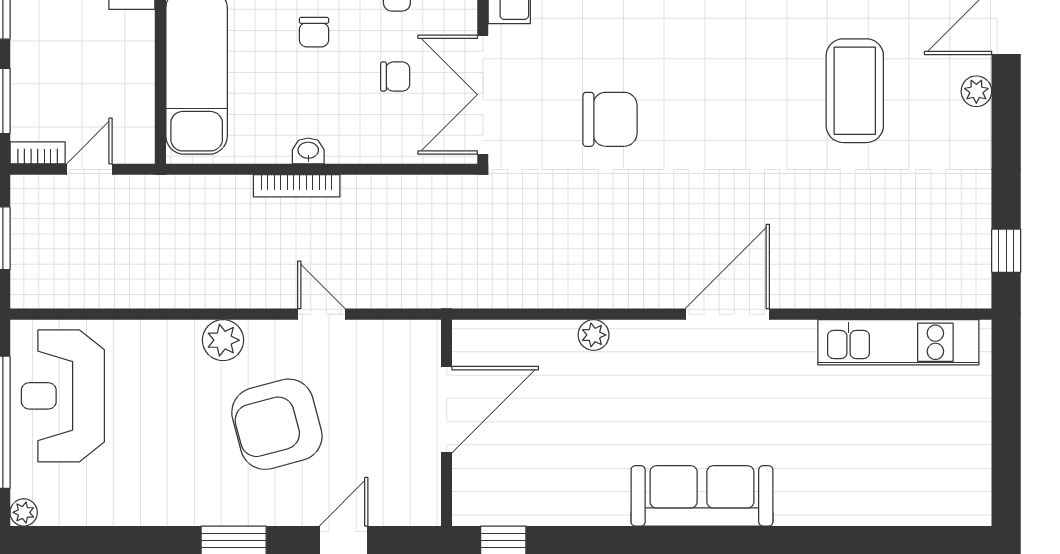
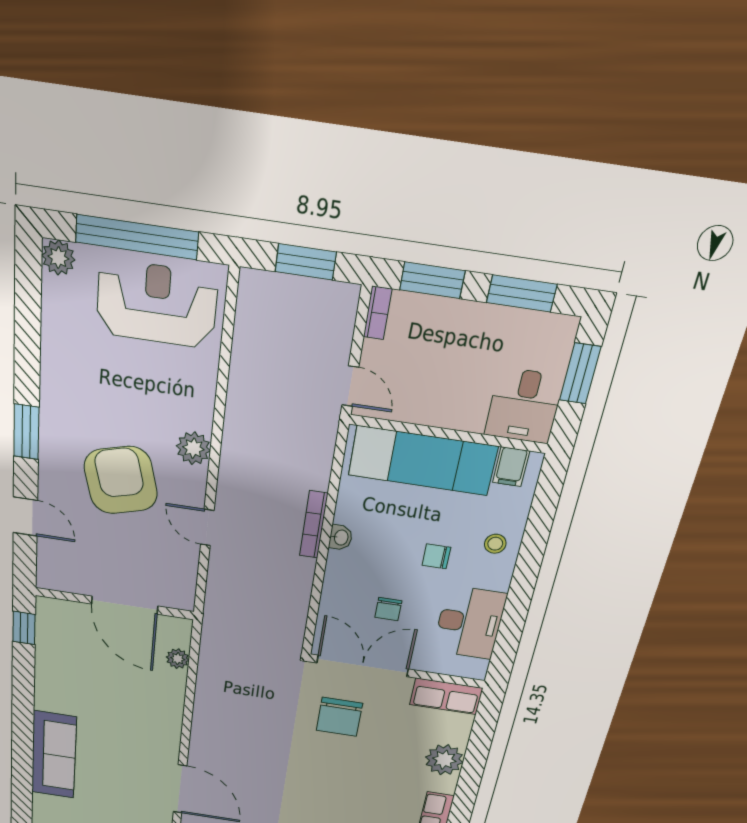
chair: (610, 119) -> (339, 717), moved
door: (89, 169) -> (350, 386), moved
door: (321, 314) -> (207, 527), swing flipped
plant: (594, 335) -> (178, 659), moved
plant: (24, 512) -> (58, 258), width x1.38, depth x1.38

